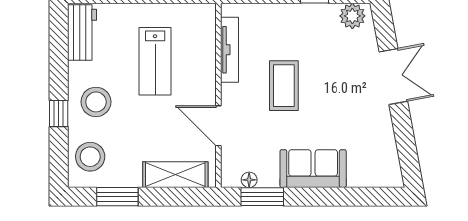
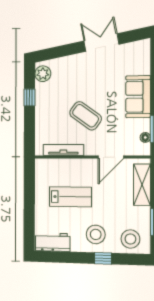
double door: (393, 76) -> (101, 43), moved
coffee table: (284, 86) -> (86, 116), turned 36

